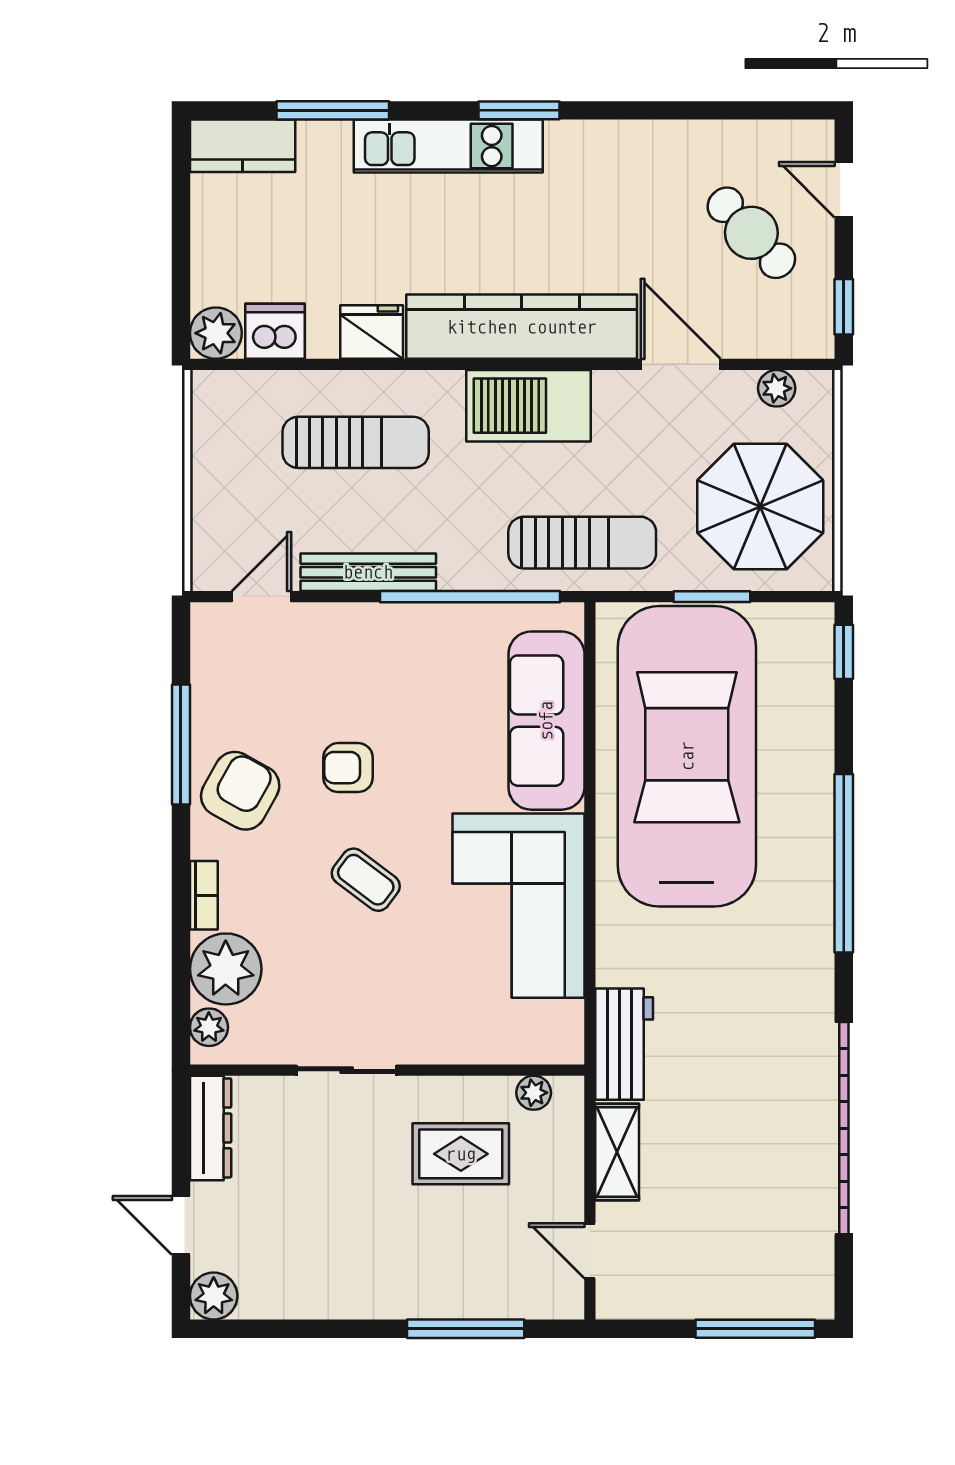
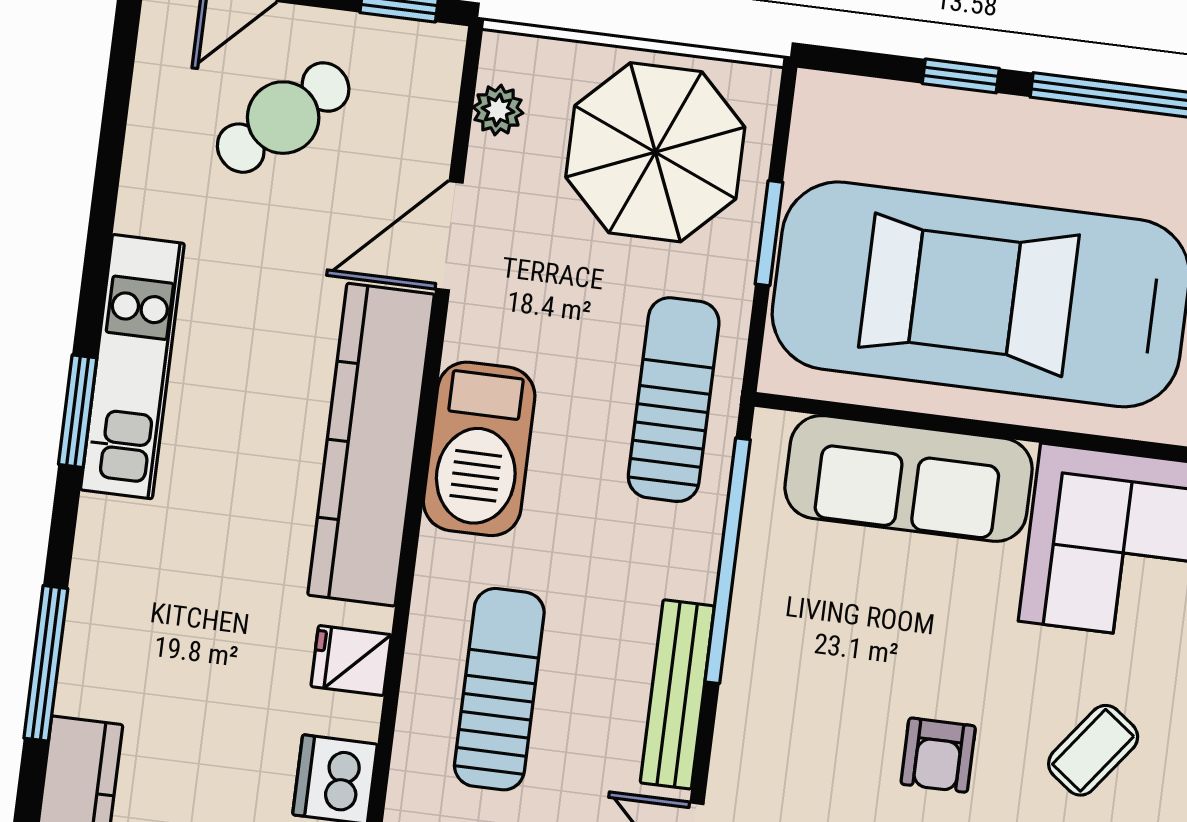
kitchen unit: (448, 146) -> (132, 367), moved
fridge: (372, 332) -> (351, 661), width x0.72
window: (844, 652) -> (961, 76), moved

